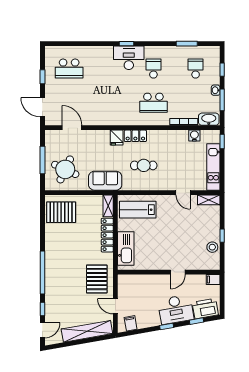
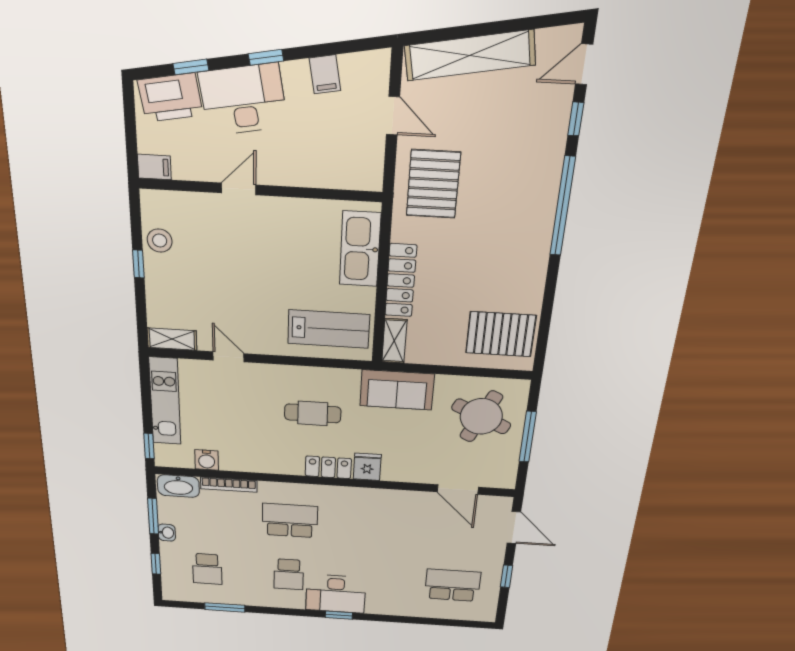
filing cabinet: (131, 323) -> (325, 74), moved

